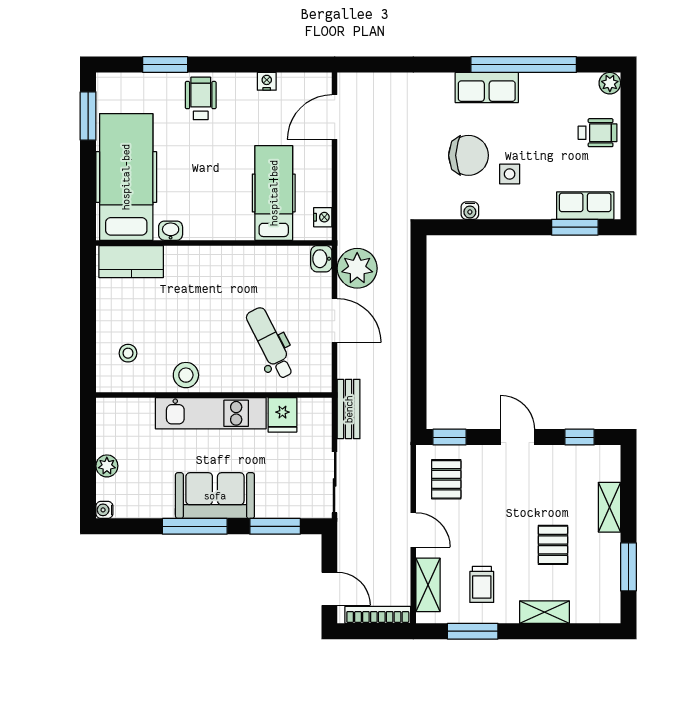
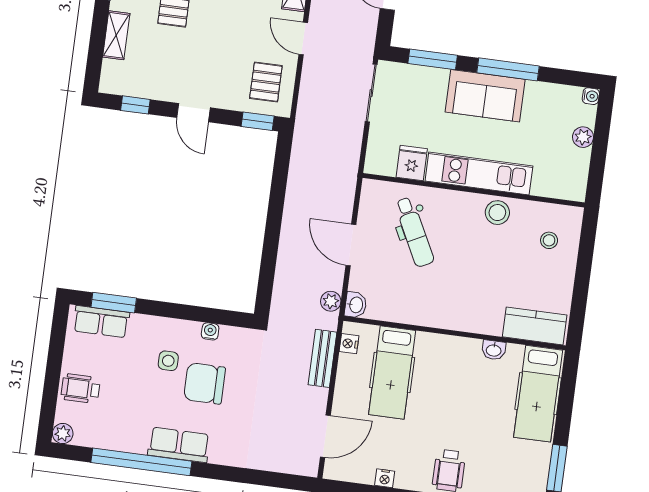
hospital bed: (126, 177) -> (538, 394), width x0.73, depth x0.78
plant: (357, 268) -> (331, 301), width x0.53, depth x0.53
bench: (349, 409) -> (322, 358), moved

